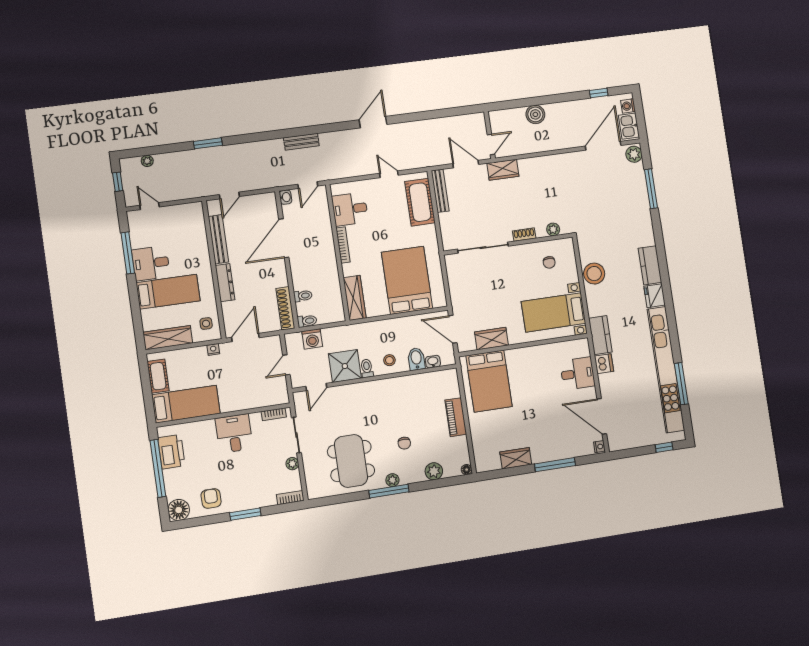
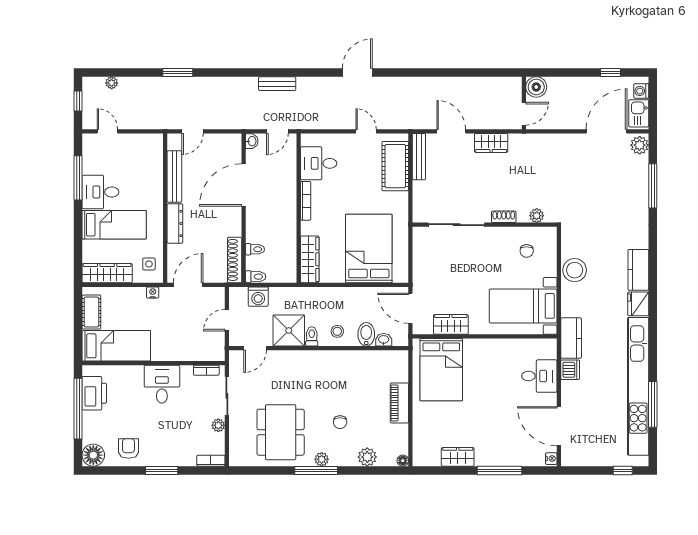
wall: (489, 135) -> (524, 103), moved
door: (491, 145) -> (524, 114), moved

